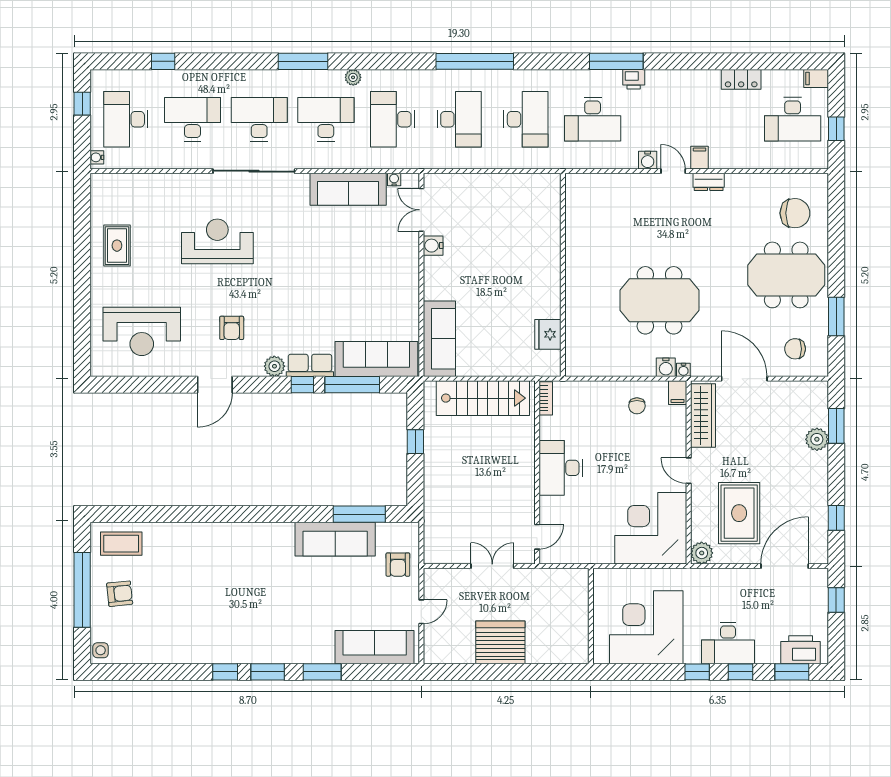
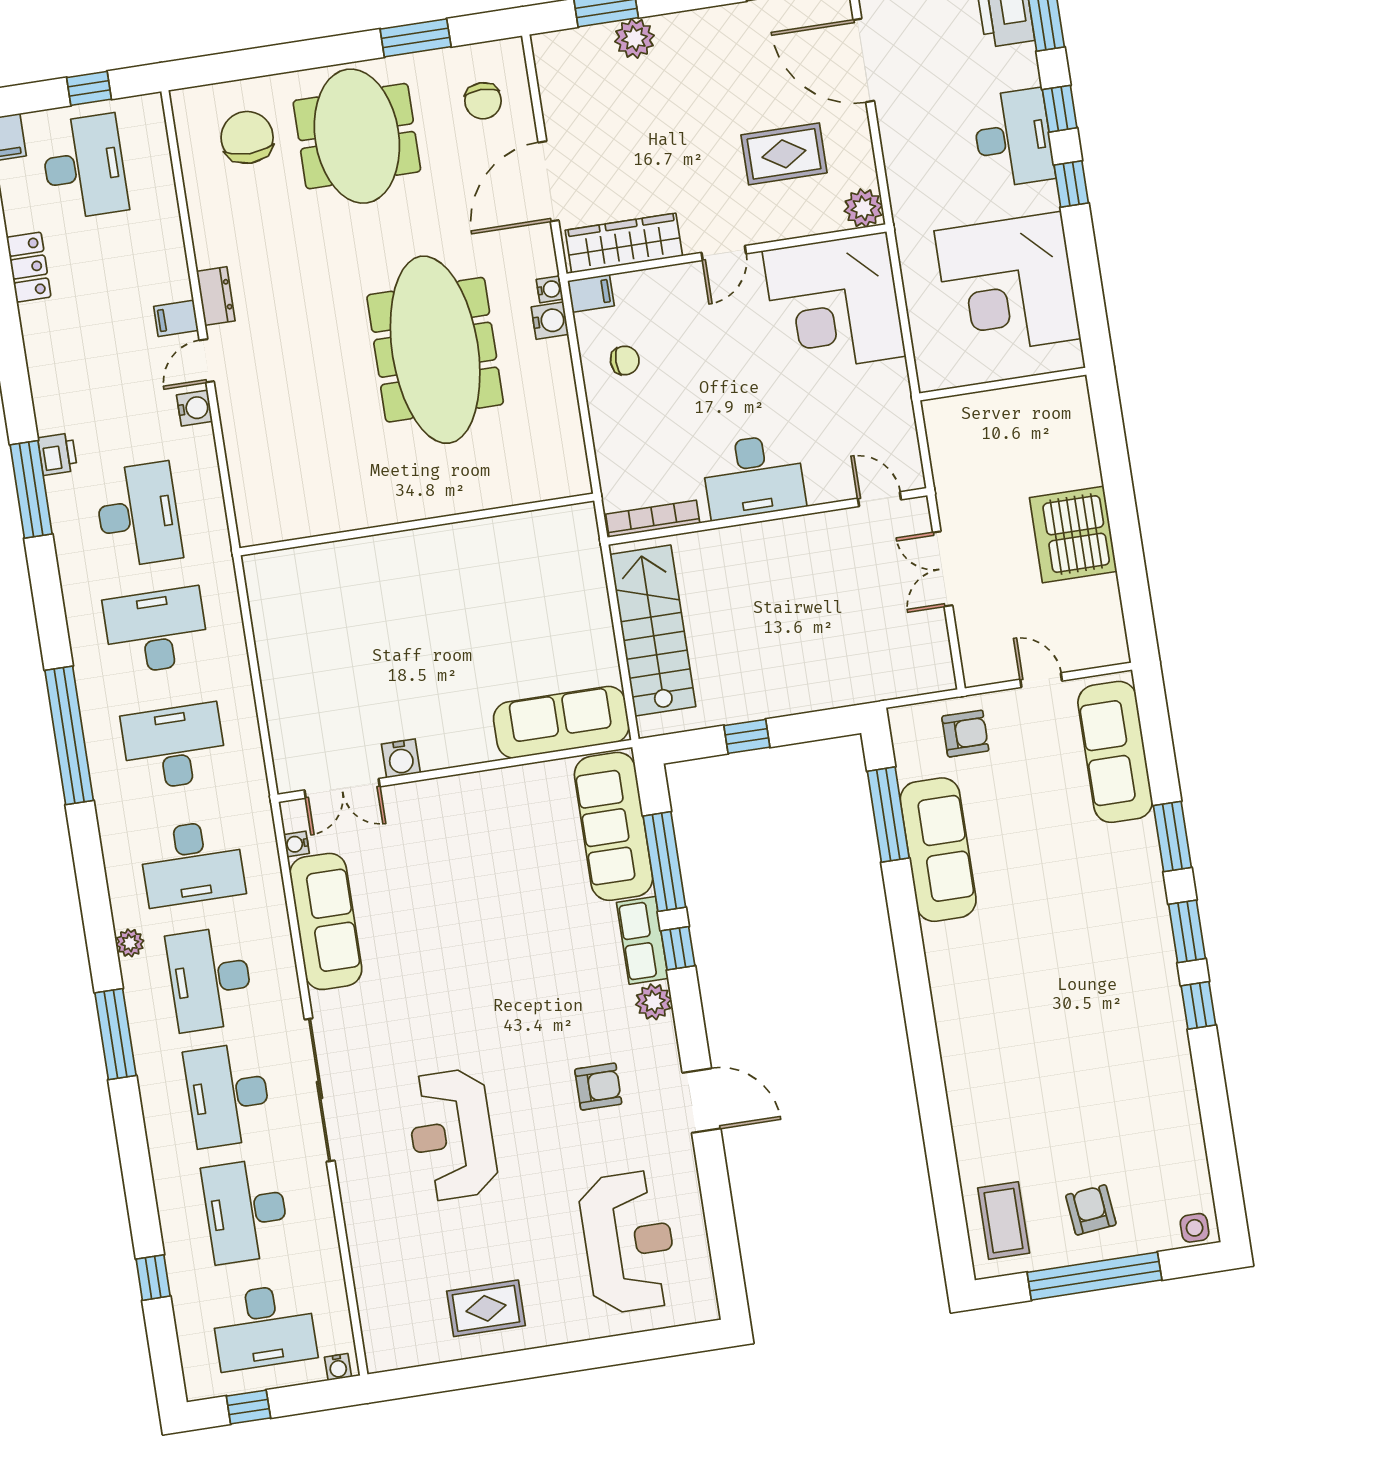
meeting table: (659, 300) -> (435, 350), width x1.36
fridge: (548, 334) -> (524, 535), removed
bookcase: (546, 398) -> (653, 519), width x1.56
rug: (739, 513) -> (784, 154), width x0.73, depth x0.70

